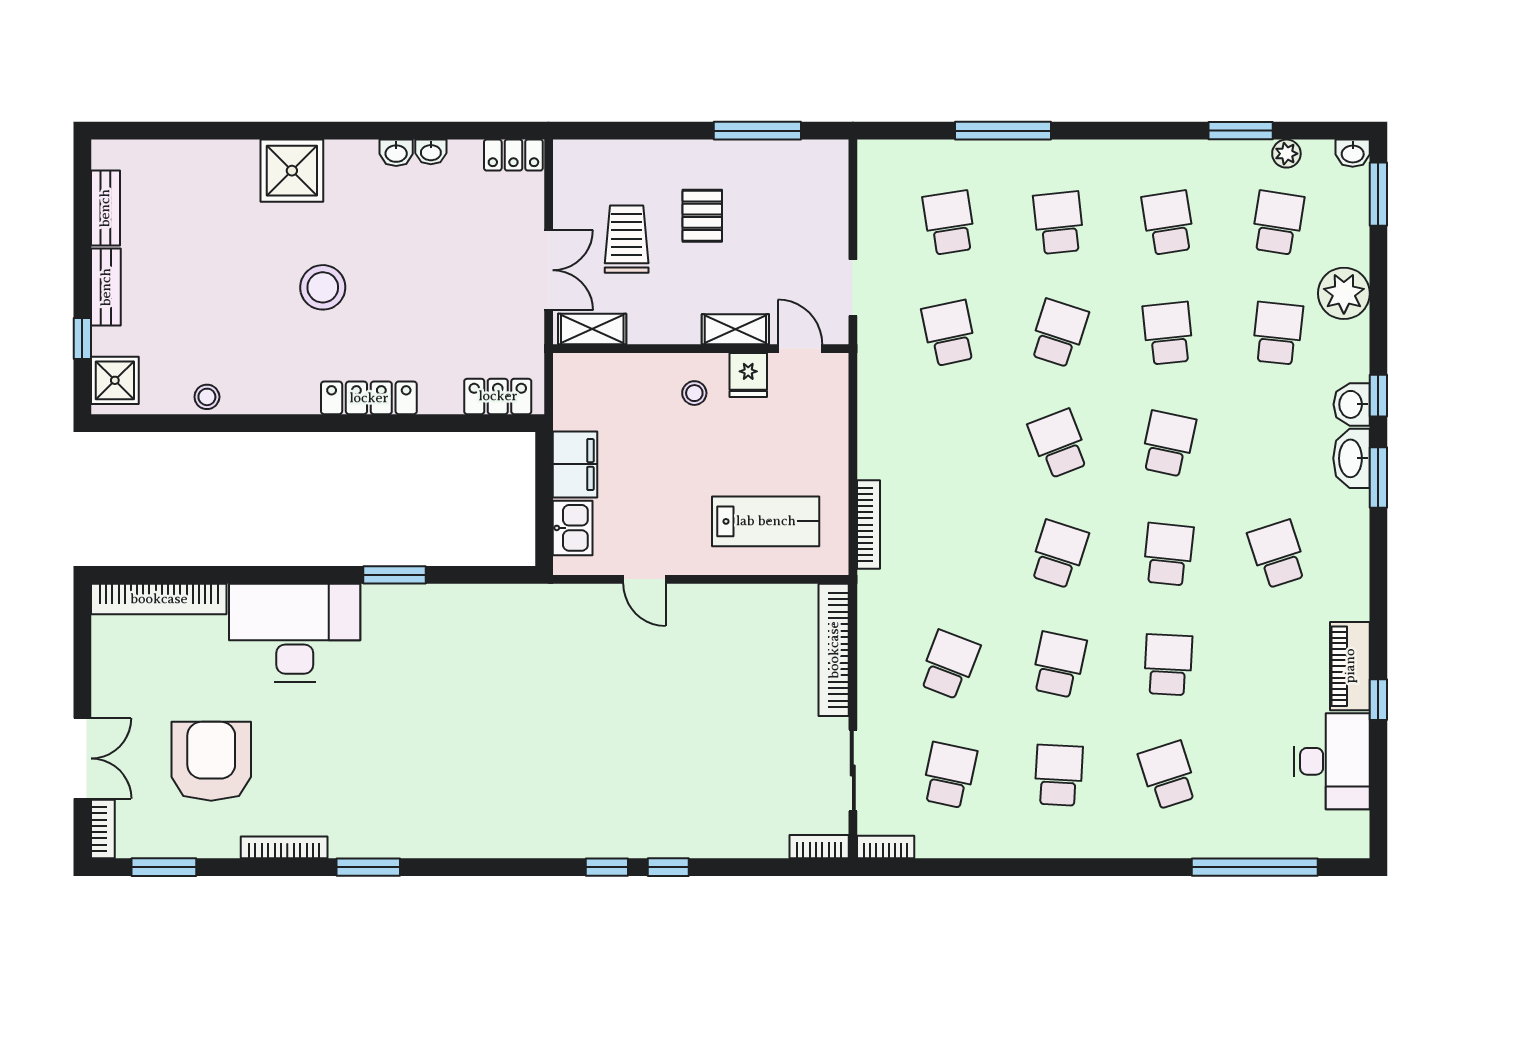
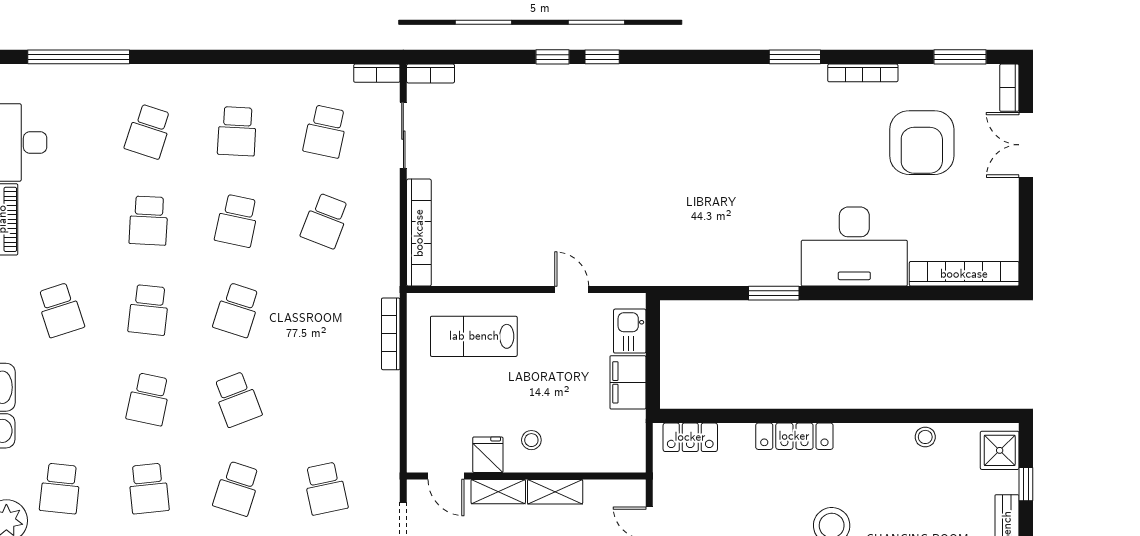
shelving: (592, 329) -> (555, 492), moved
school desk: (1168, 775) -> (149, 131), turned 36

